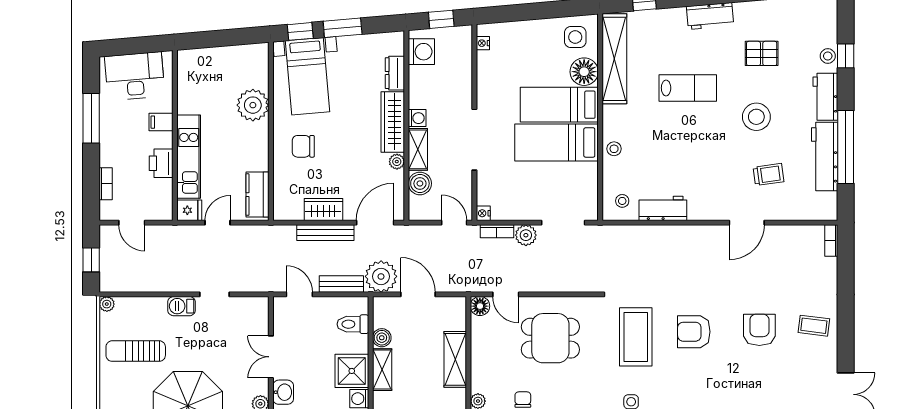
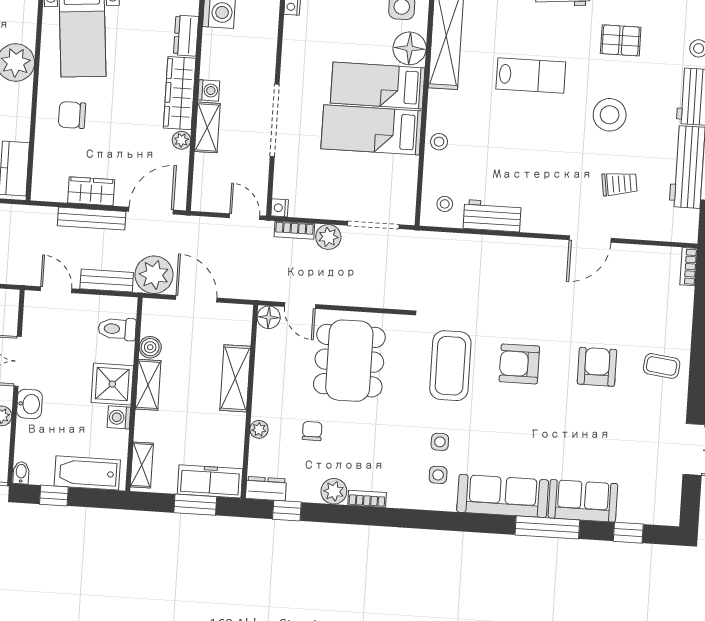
boiler: (420, 183) -> (207, 168), removed
dining table: (550, 338) -> (349, 361), width x1.38

